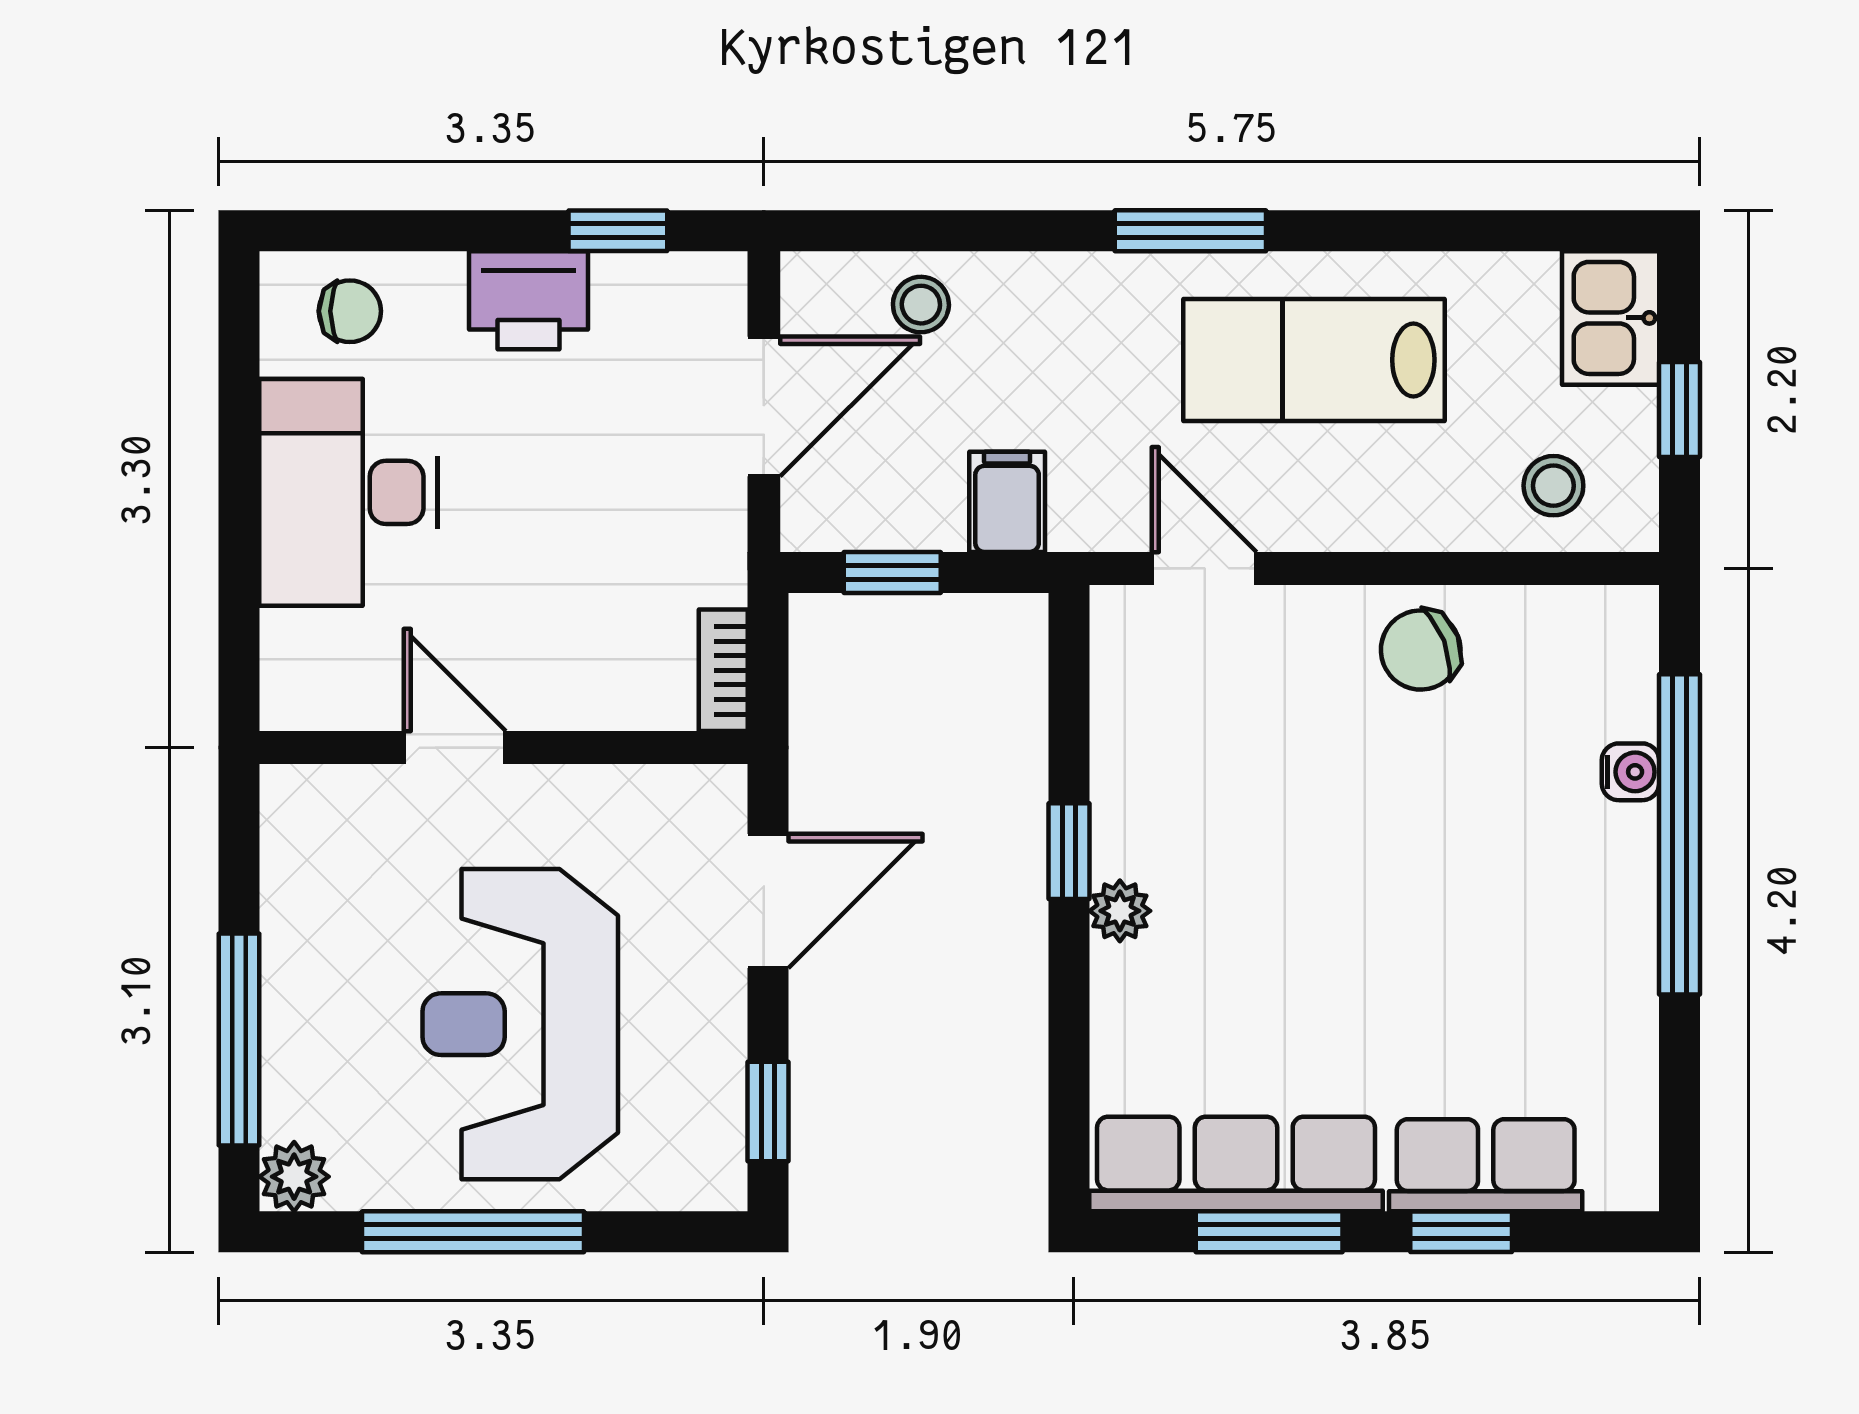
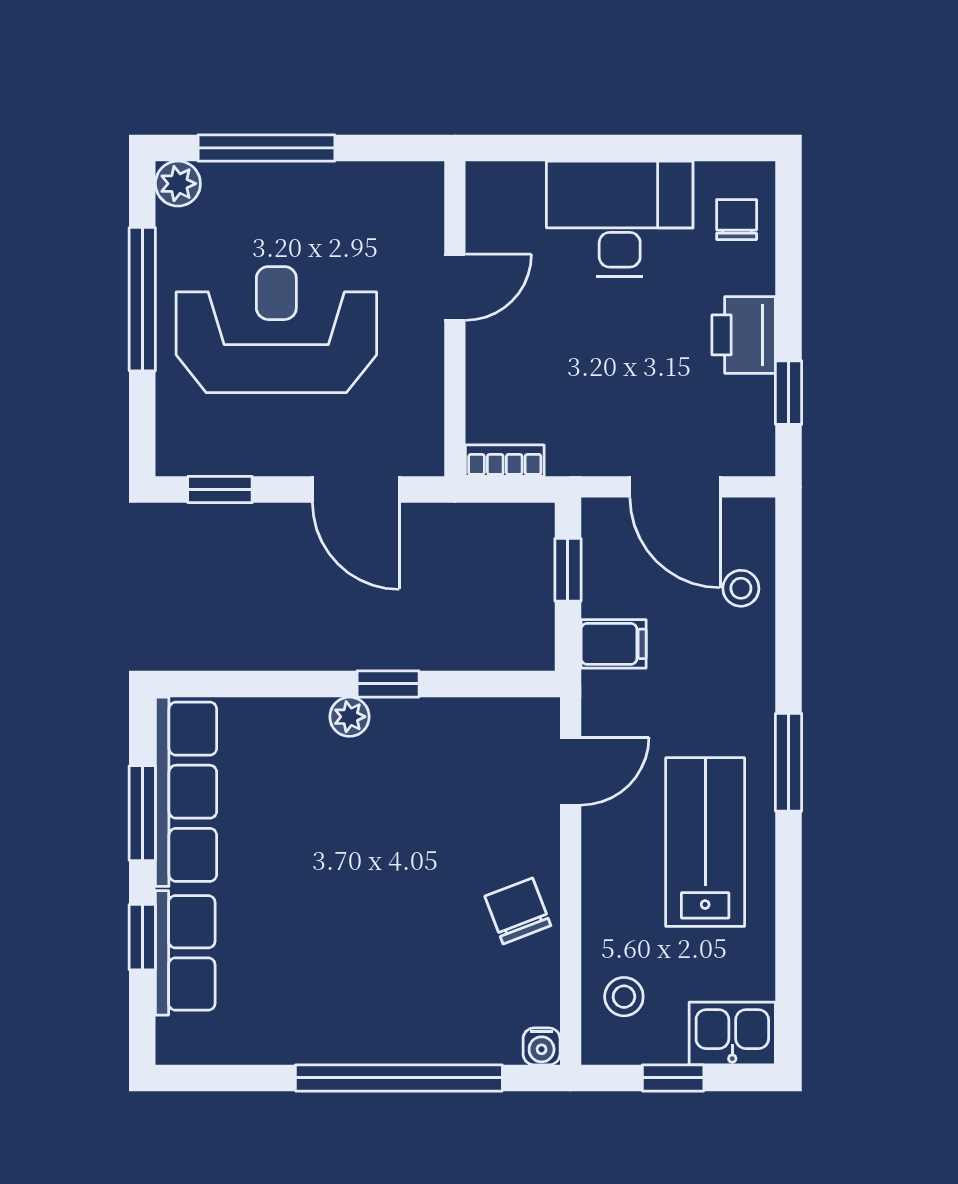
chair: (350, 311) -> (737, 220), turned 180
water cooler: (1630, 772) -> (542, 1046), moved

